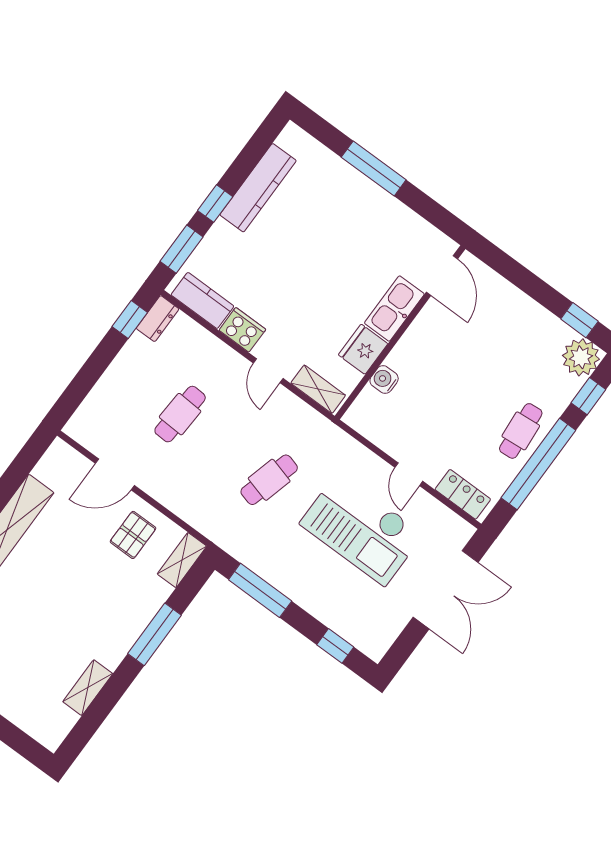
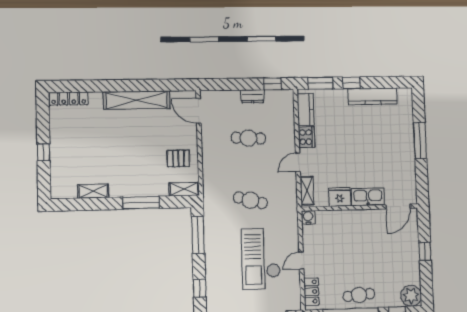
dresser: (158, 319) -> (252, 96), moved
window: (579, 320) -> (425, 251), moved
water cooler: (384, 380) -> (308, 217), moved
door: (115, 474) -> (199, 111), moved

